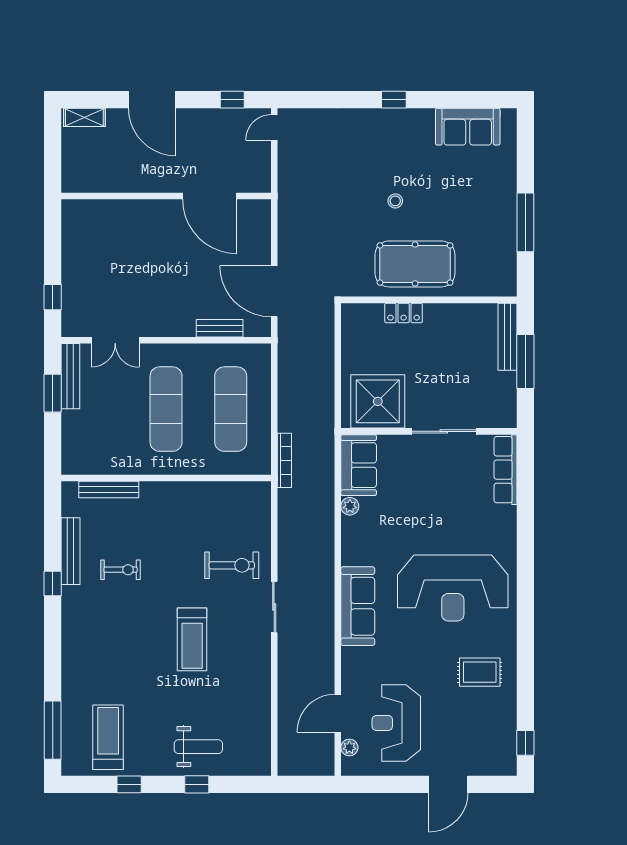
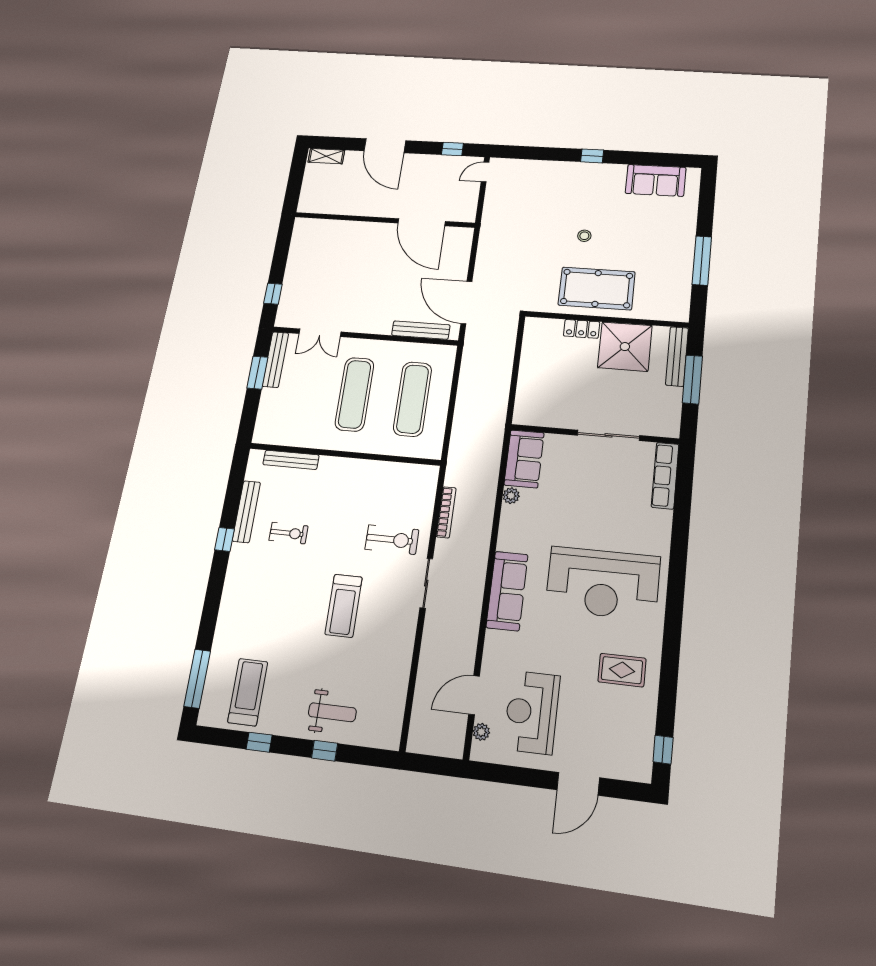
bench: (220, 328) -> (421, 330), width x1.36
shower: (378, 401) -> (625, 347), moved
bookcase: (284, 460) -> (446, 512), moved

